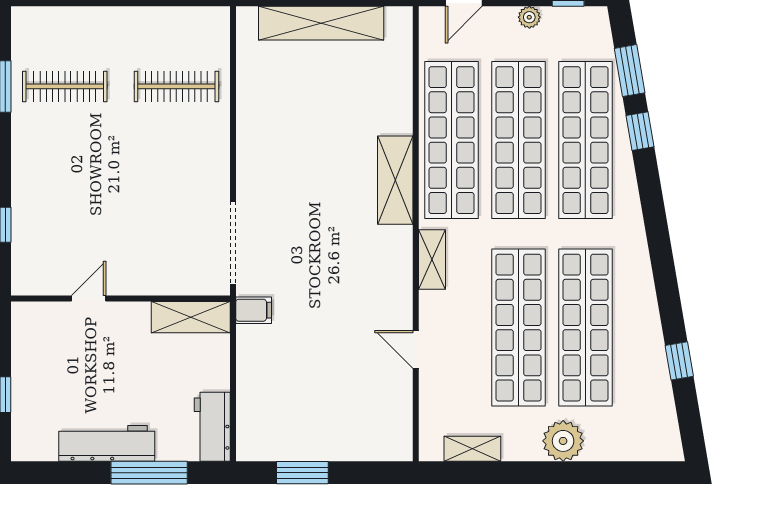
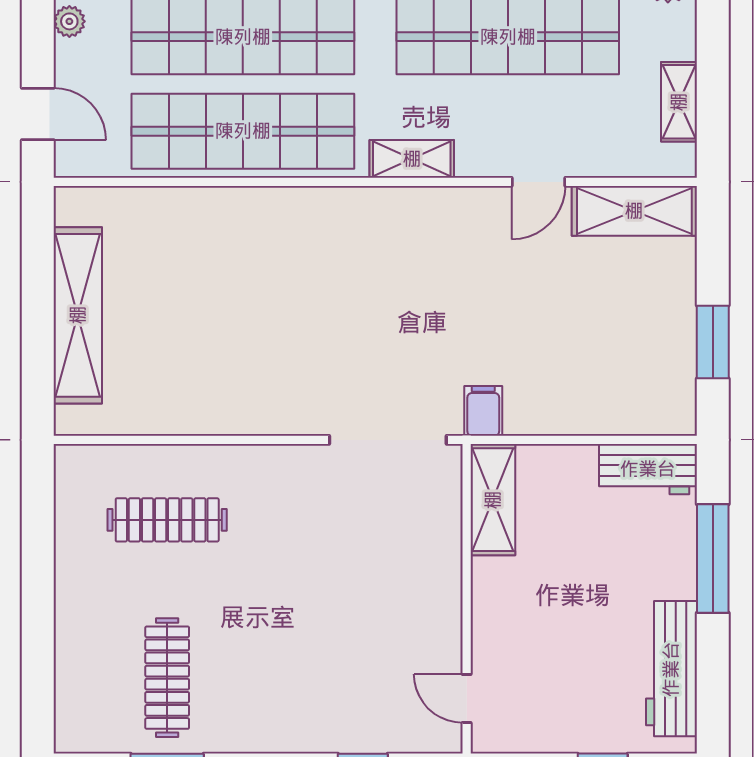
clothes rail: (176, 86) -> (167, 520), turned 90
shelving: (395, 180) -> (634, 211), moved
door: (89, 298) -> (467, 698), moved
workbench: (107, 443) -> (671, 669), moved

